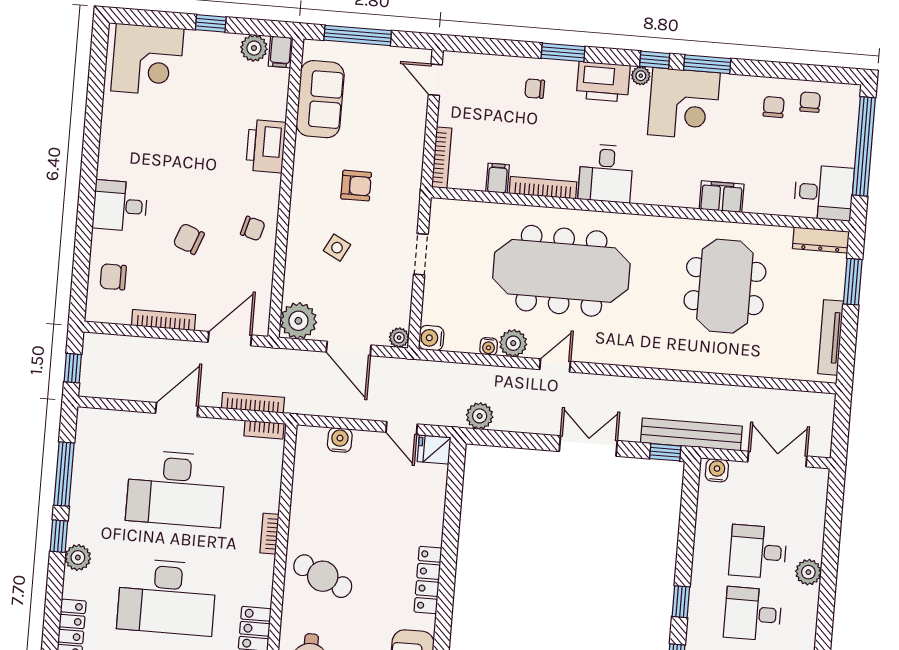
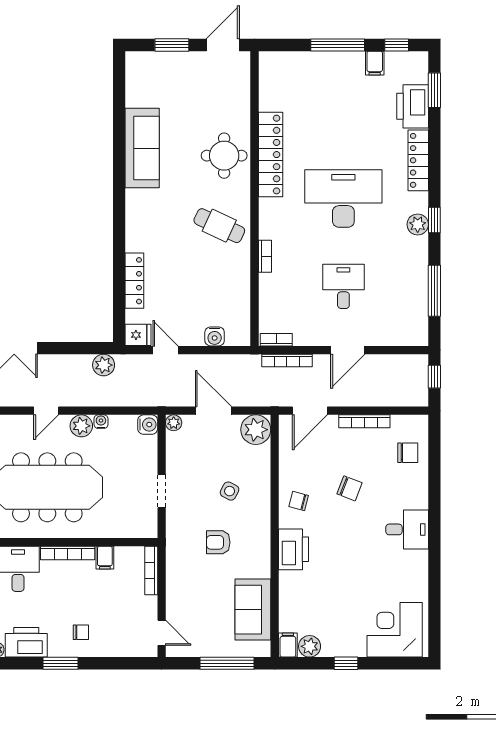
printer: (266, 146) -> (294, 549), moved
desk: (120, 206) -> (407, 529), moved
desk: (176, 489) -> (343, 286), width x0.53, depth x0.77
window: (59, 536) -> (434, 220), moved
locker: (428, 580) -> (134, 281), moved

